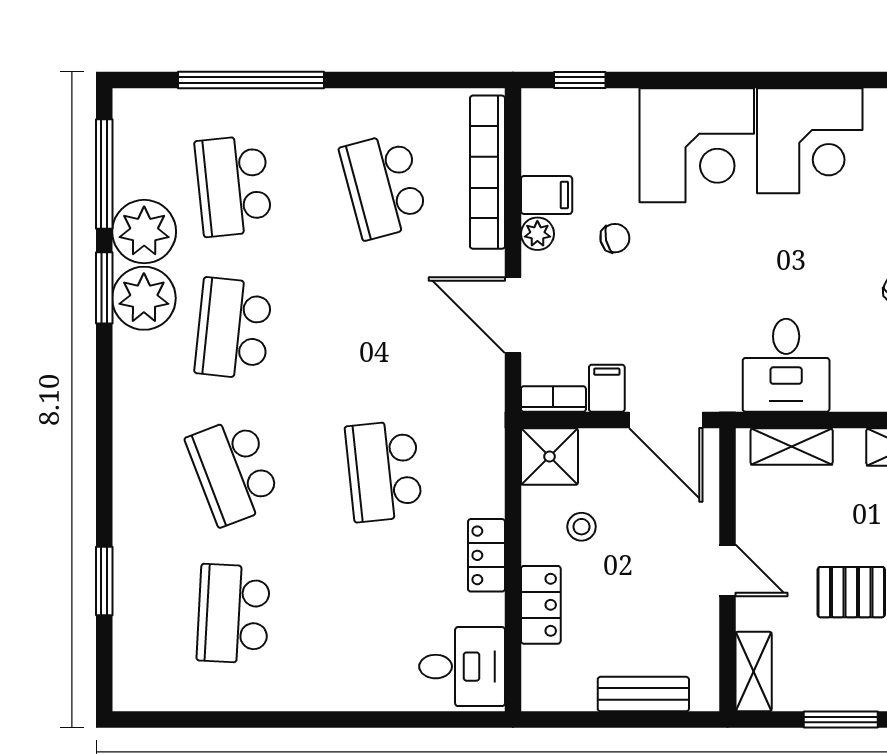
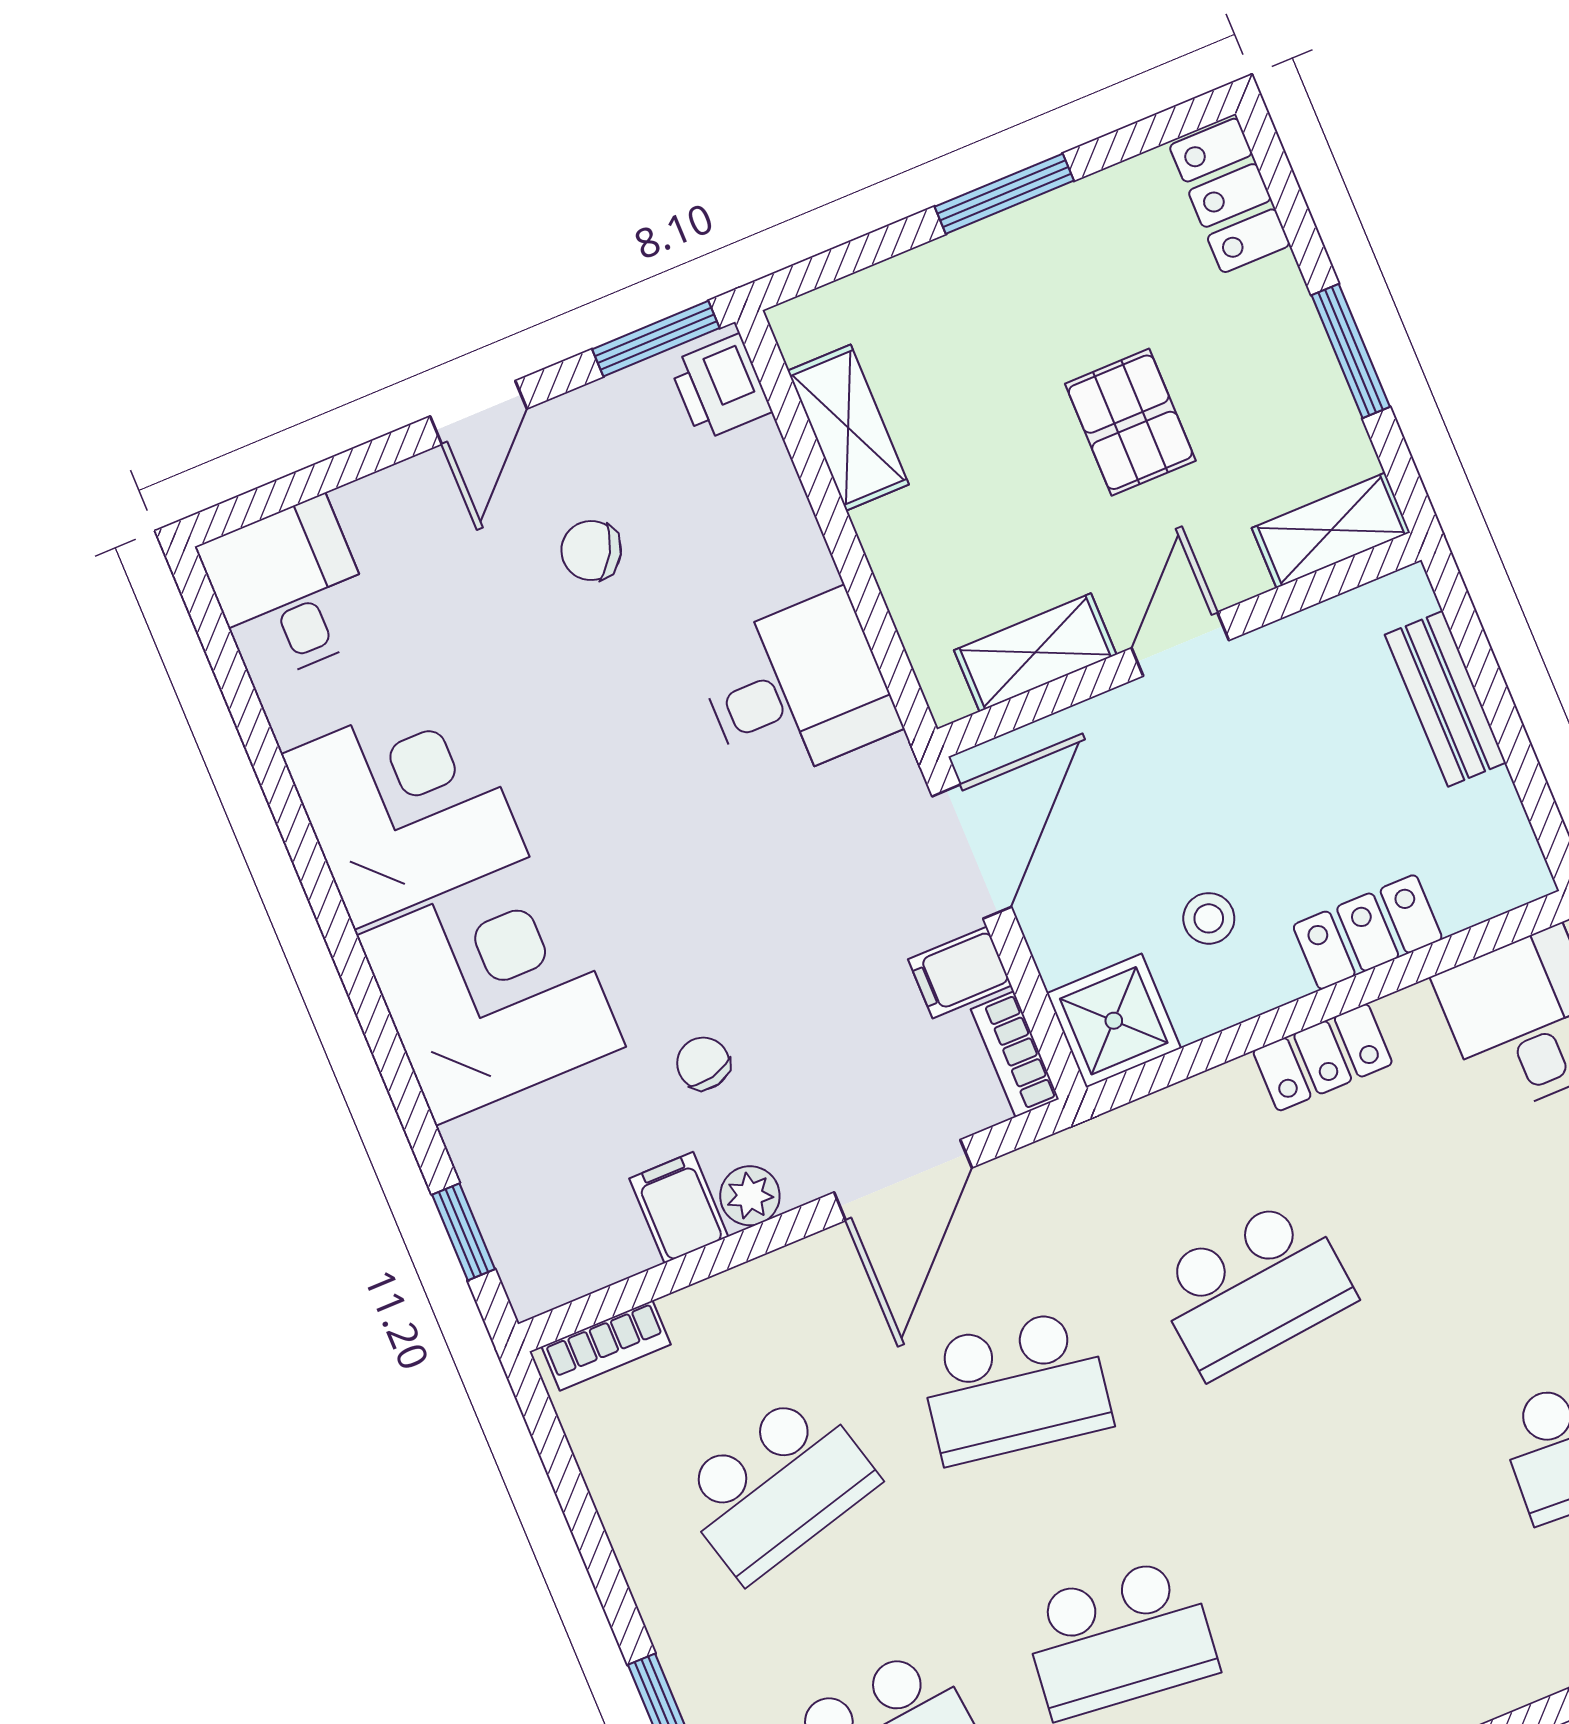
bookcase: (487, 172) -> (606, 1346), width x0.43, depth x0.76
shelving: (792, 447) -> (1035, 652), moved, turned 90
school desk: (233, 471) -> (1015, 1387), moved, turned 30

